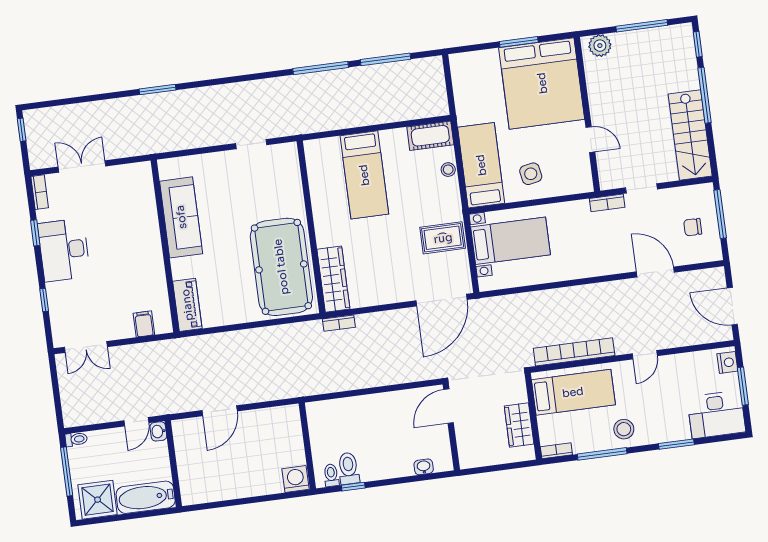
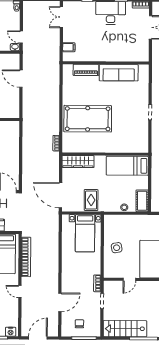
bed: (481, 165) -> (124, 224), removed
wall: (311, 227) -> (105, 154), moved
wardrobe: (333, 279) -> (78, 162), moved
piano: (187, 305) -> (86, 70), moved

